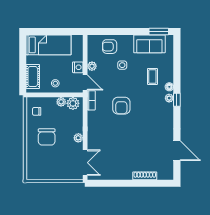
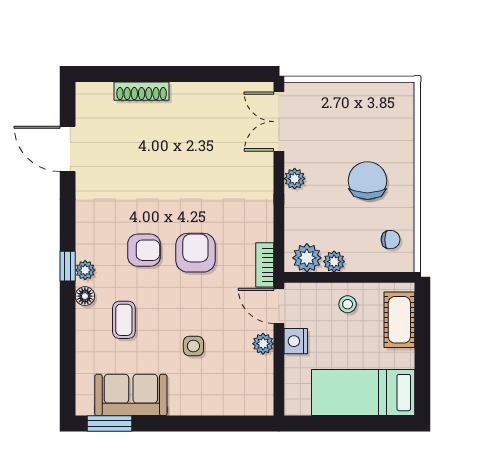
armchair: (110, 47) -> (144, 250), moved

